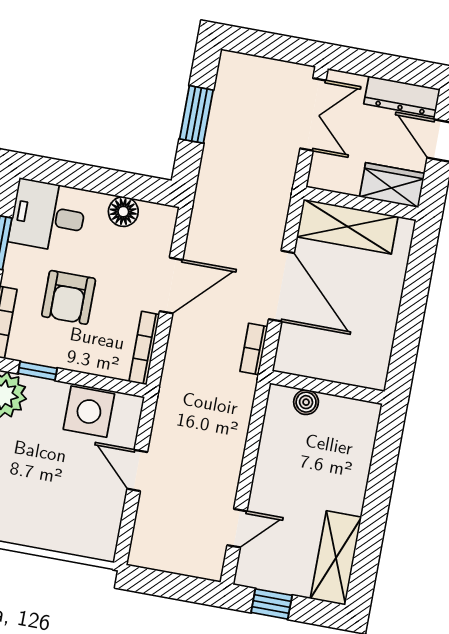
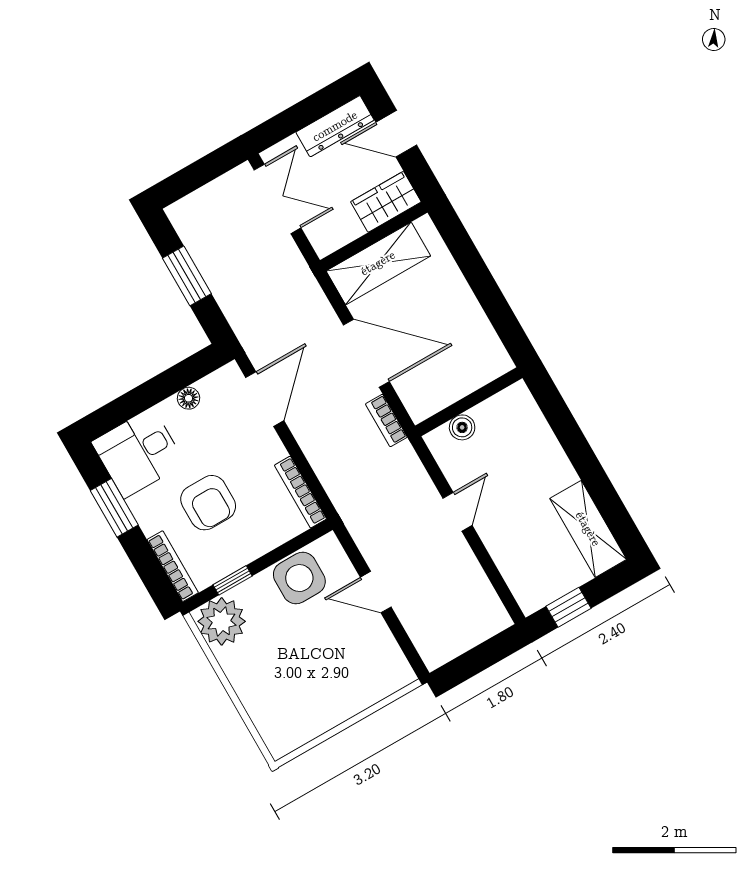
floor lamp: (123, 212) -> (189, 398), width x0.73, depth x0.73
door: (171, 286) -> (265, 399), moved
door: (237, 528) -> (457, 512), moved

